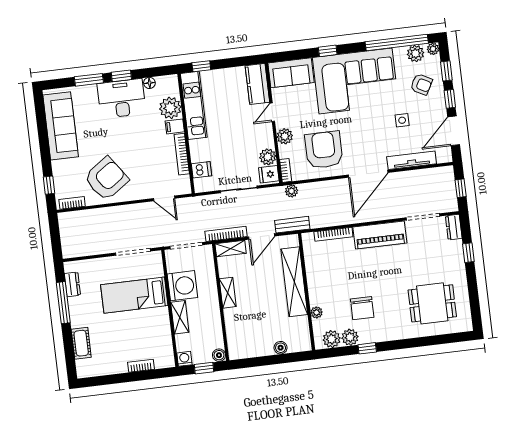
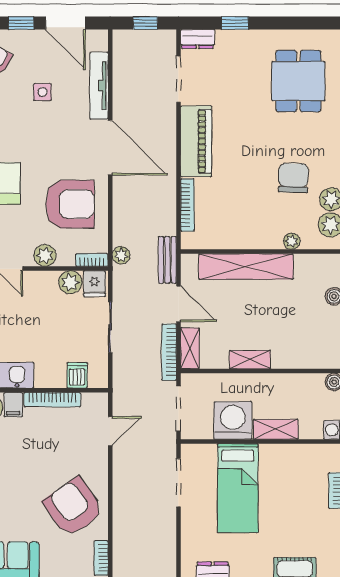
armchair: (324, 150) -> (70, 204), turned 180
chair: (362, 308) -> (293, 178), turned -88

